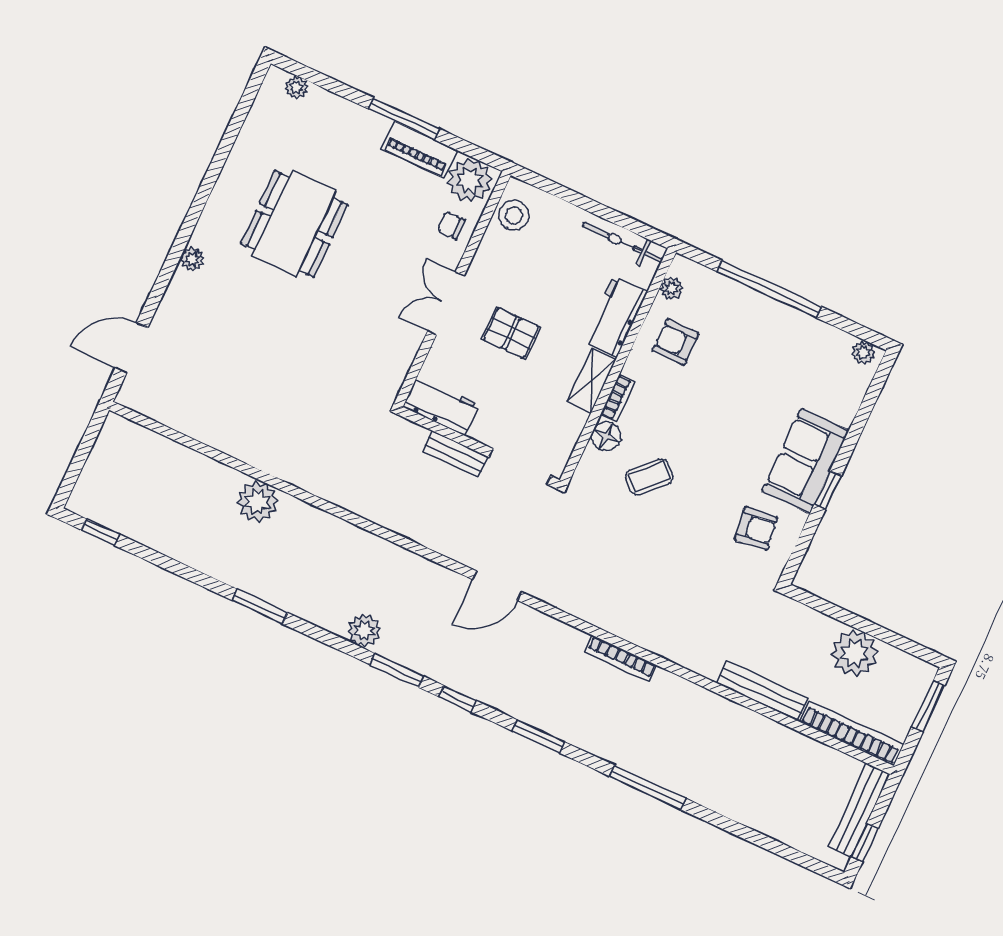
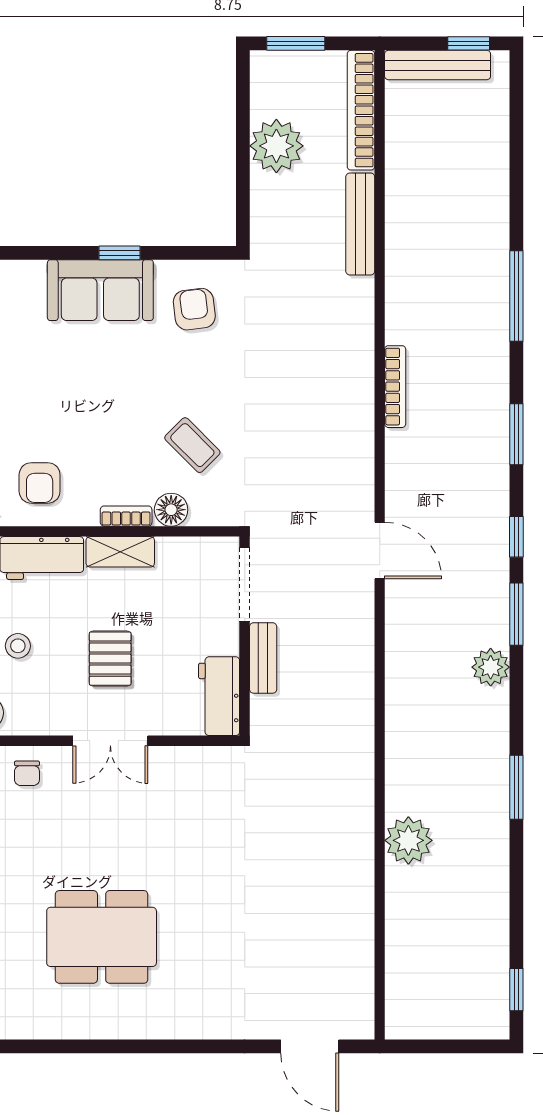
plant: (192, 259) -> (188, 1026), removed
stool: (555, 265) -> (18, 646), added

